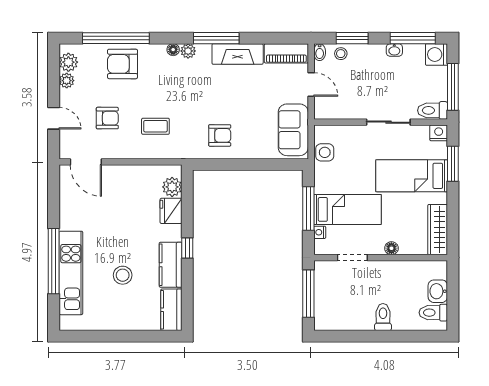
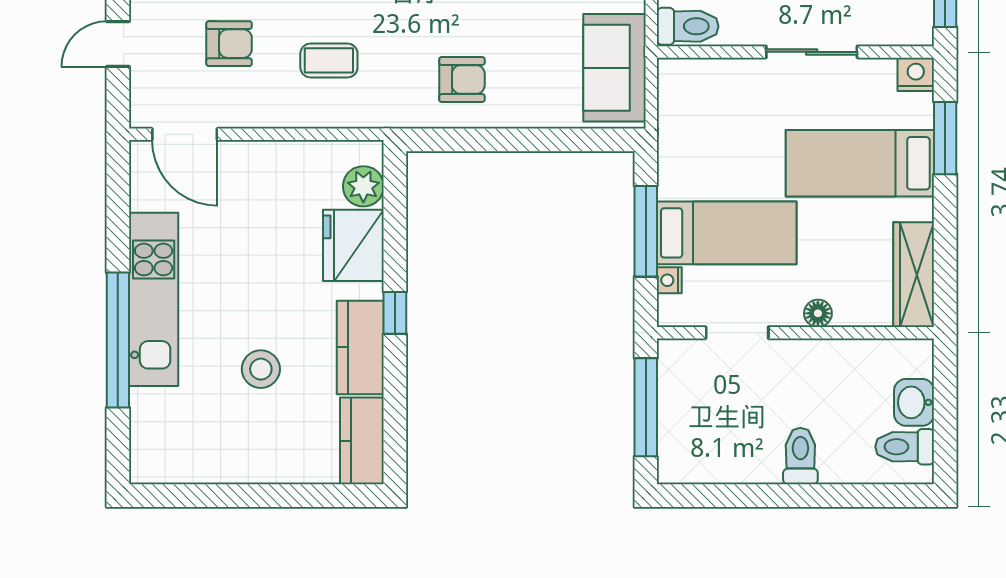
toilet: (433, 110) -> (688, 26), moved, turned 180
door: (54, 118) -> (118, 44), swing flipped
side table: (325, 152) -> (680, 115), removed
fridge: (171, 211) -> (353, 245), width x1.36, depth x1.34
kitchen unit: (71, 273) -> (154, 299), moved

